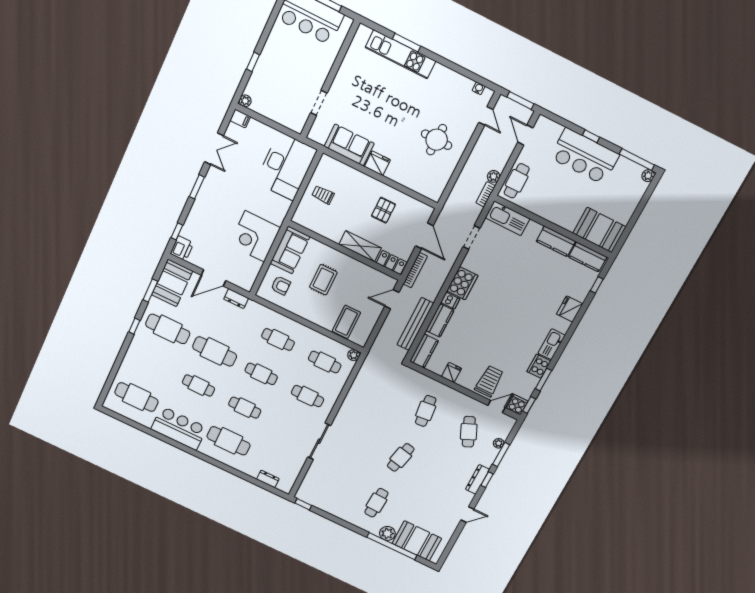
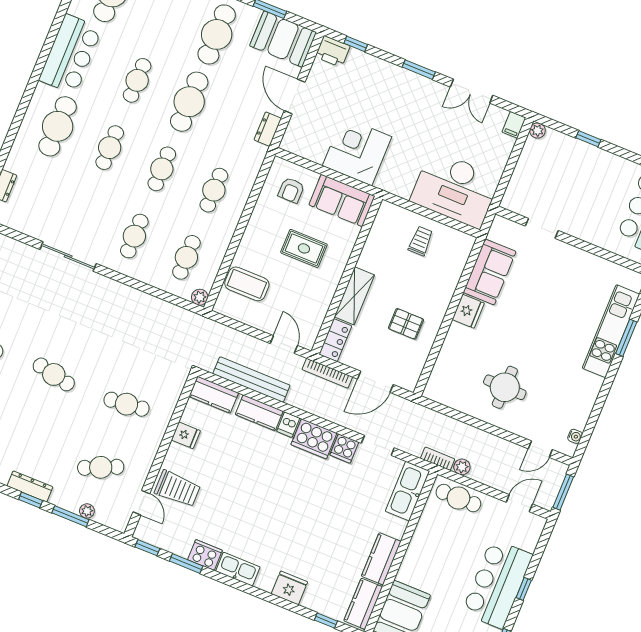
cooker: (517, 405) -> (344, 448), moved, turned 90

